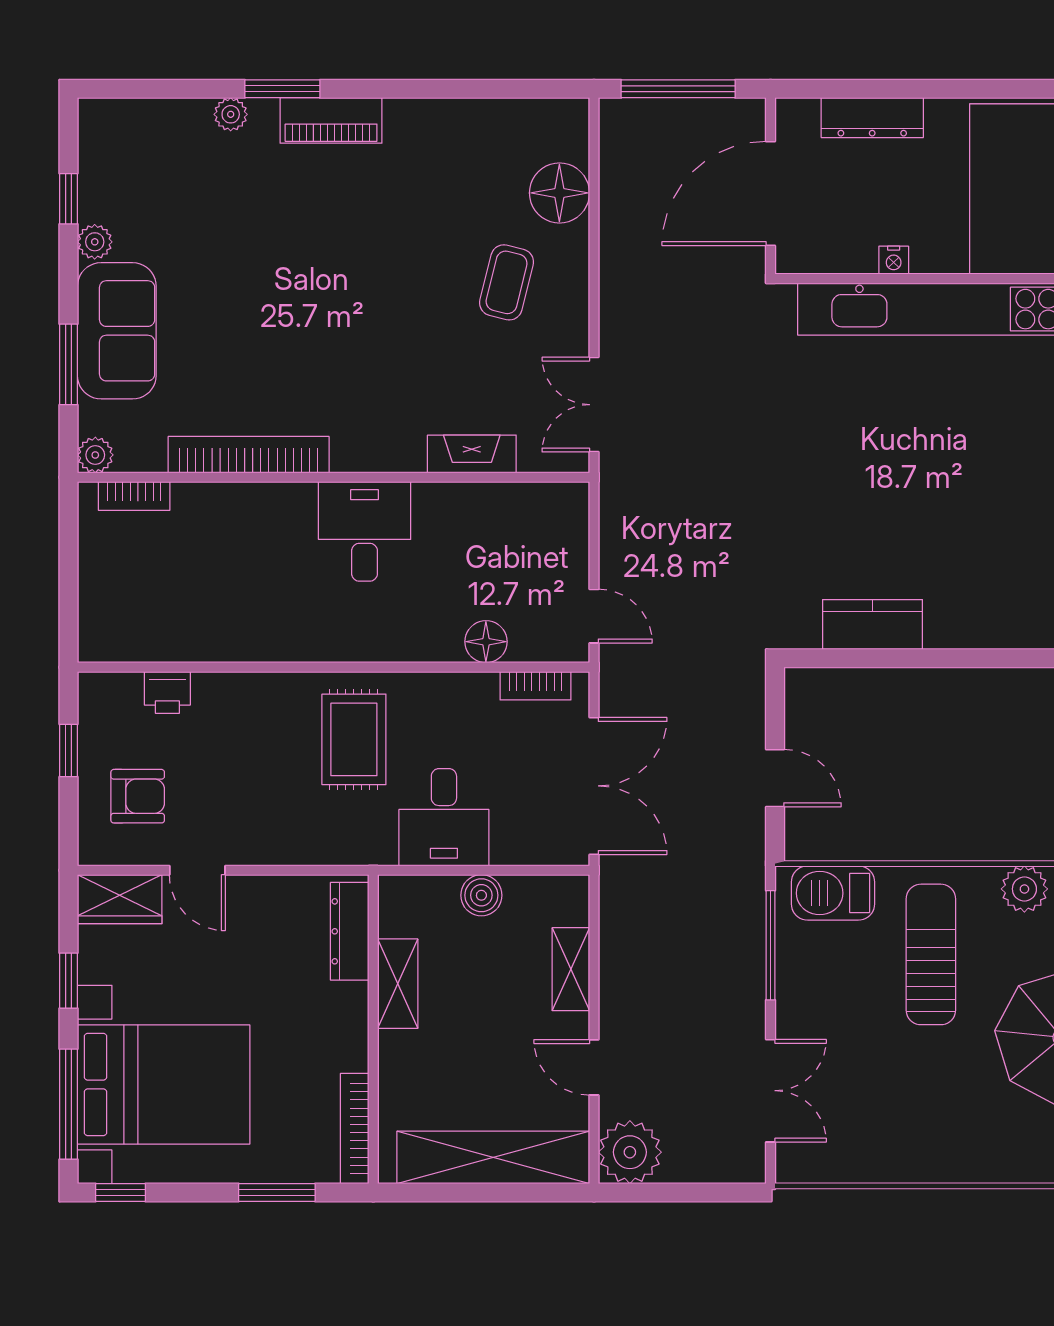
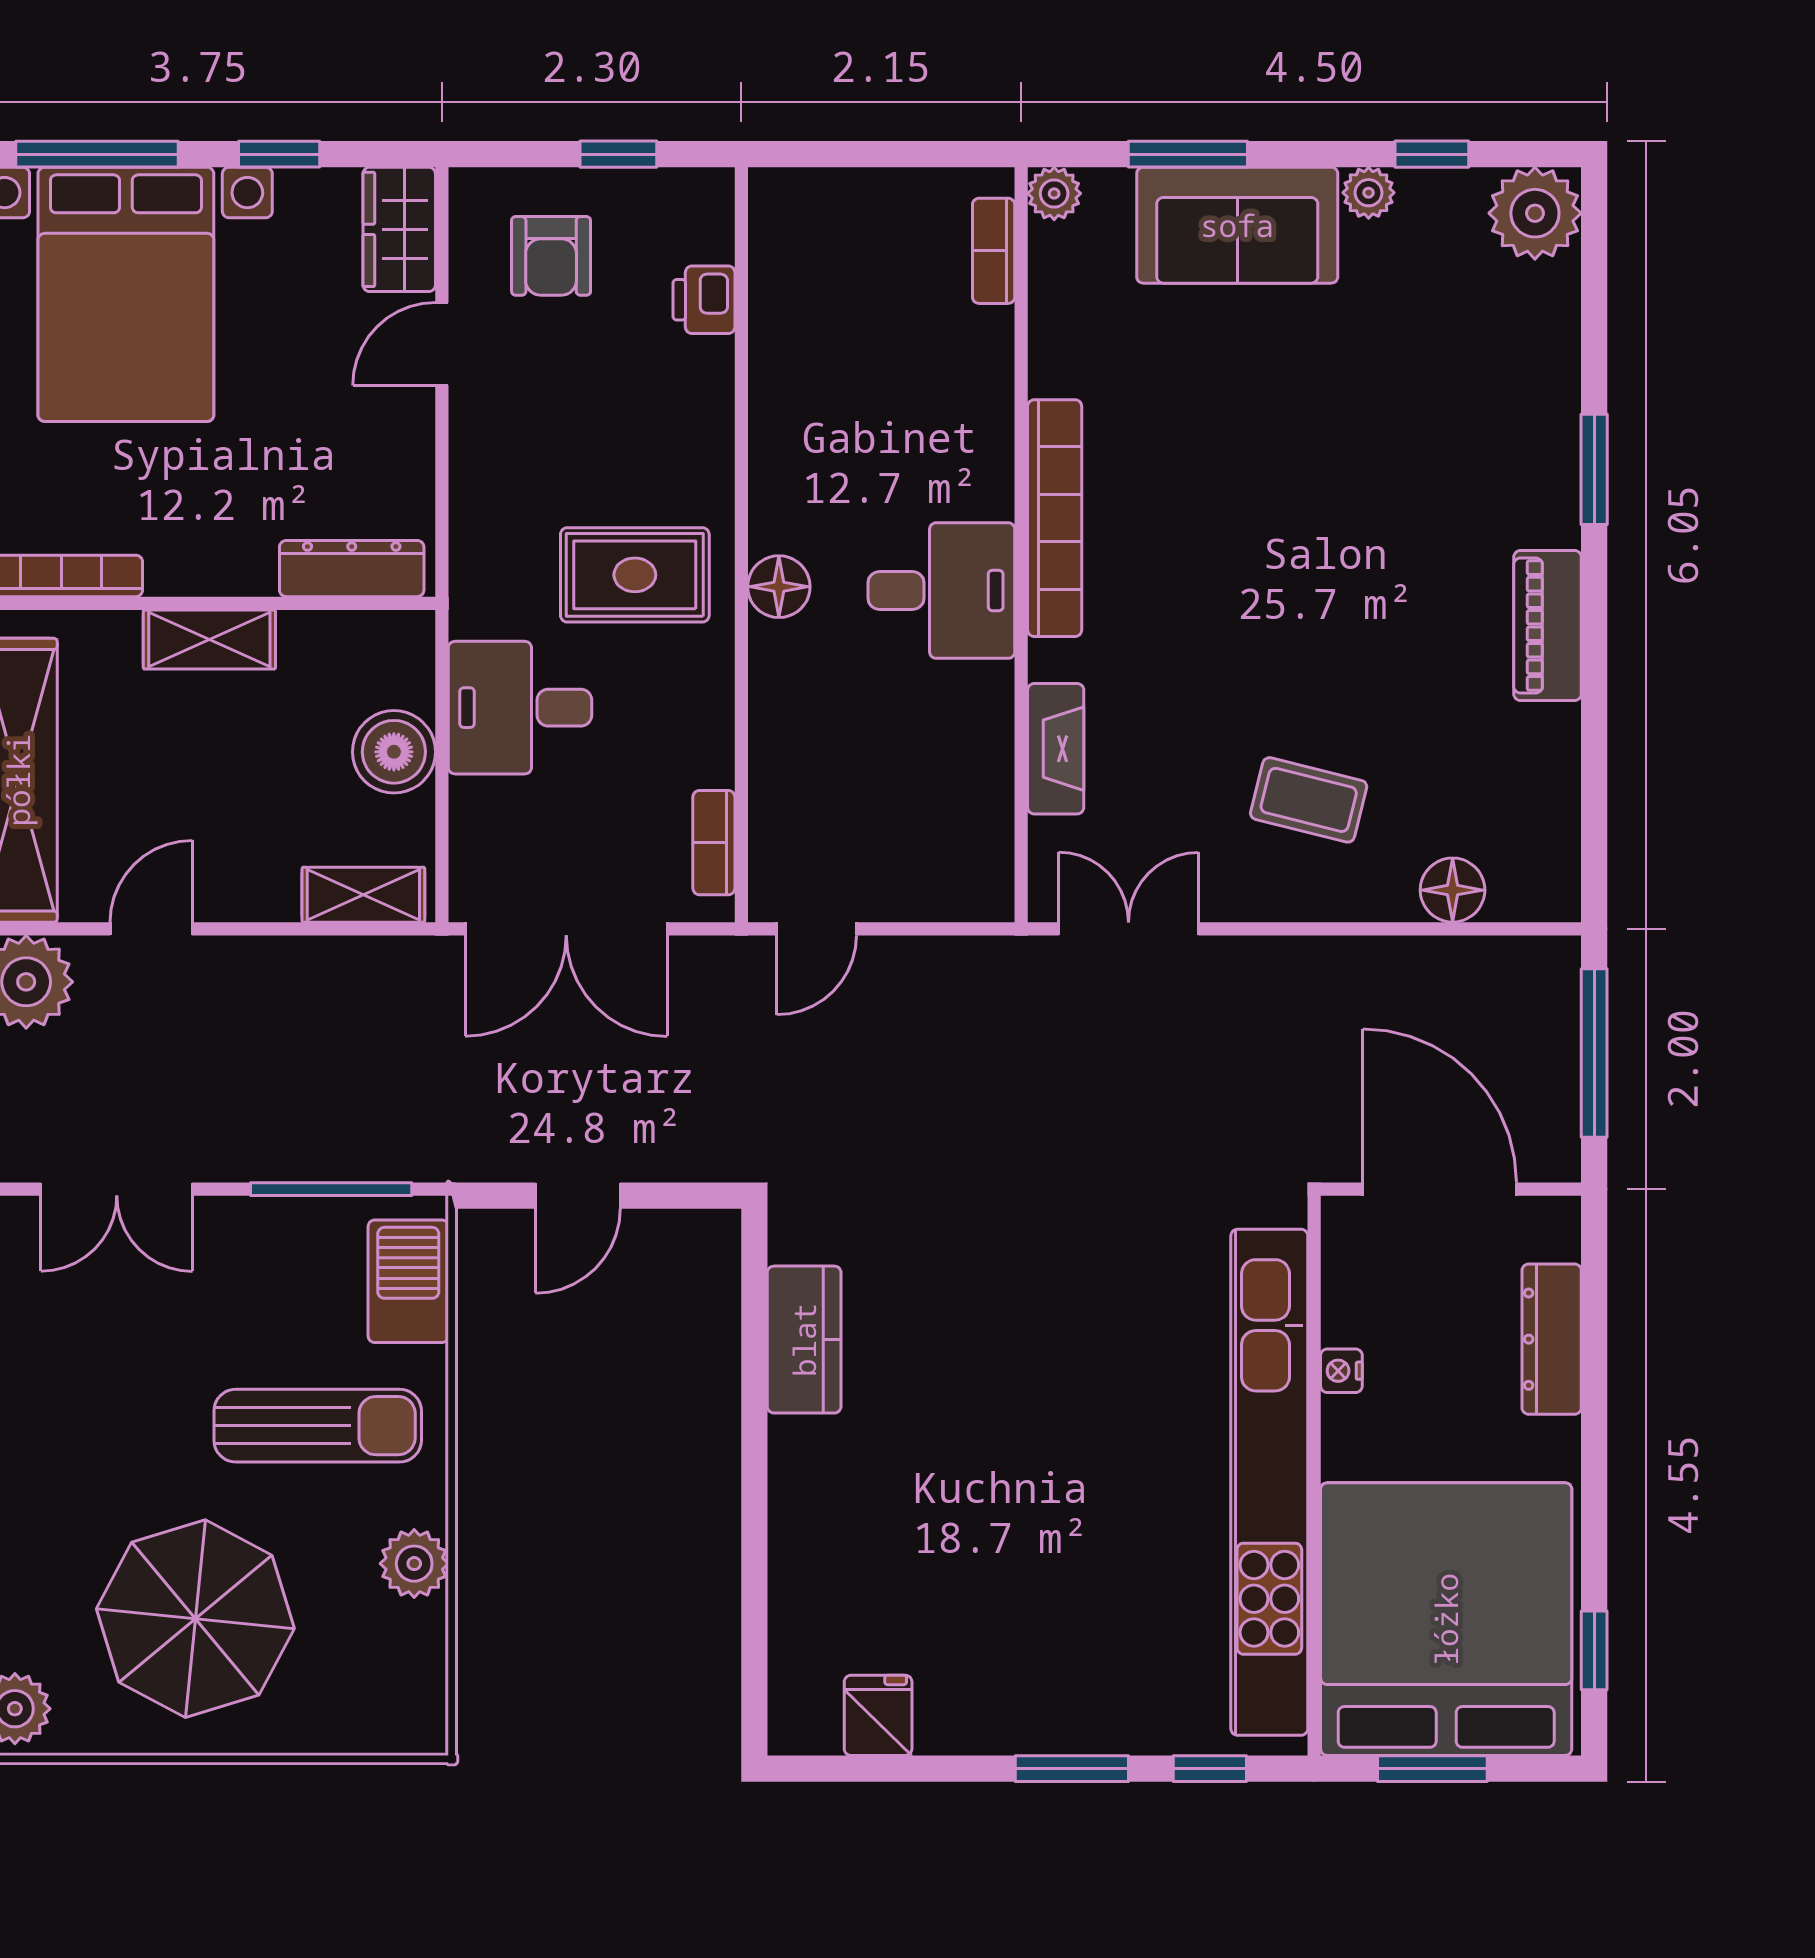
plant: (231, 114) -> (1535, 213), moved, width x1.87, depth x1.87
piano: (331, 120) -> (1548, 626), moved
floor lamp: (559, 193) -> (1453, 890), width x0.73, depth x0.73
bookcase: (249, 455) -> (1055, 518), moved
floor lamp: (486, 642) -> (779, 587), moved
boiler: (481, 895) -> (394, 752), width x1.36, depth x1.36
shelving: (571, 969) -> (363, 895), moved
shelving: (398, 984) -> (209, 639), moved

